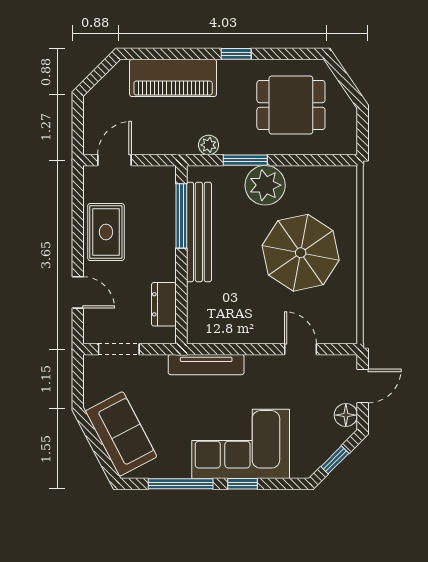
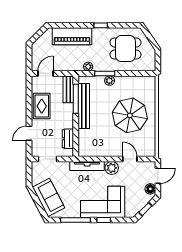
plant: (265, 185) -> (110, 81), width x0.53, depth x0.53
bench: (165, 195) -> (68, 89), added
door: (78, 292) -> (29, 133), swing flipped
plant: (261, 369) -> (112, 168), added

